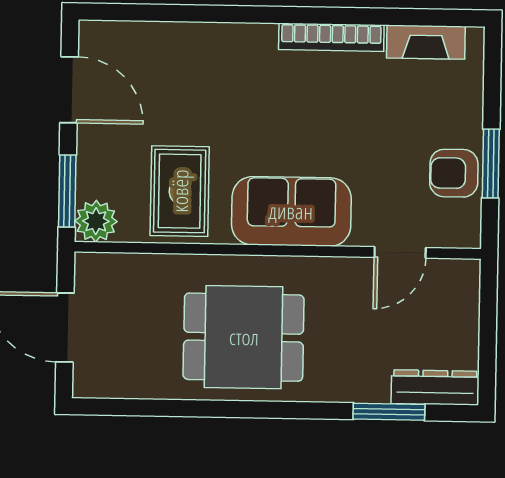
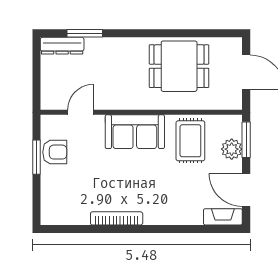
fireplace: (426, 42) -> (223, 217), moved
plant: (96, 221) -> (232, 149), moved
dining table: (244, 337) -> (179, 66), moved

